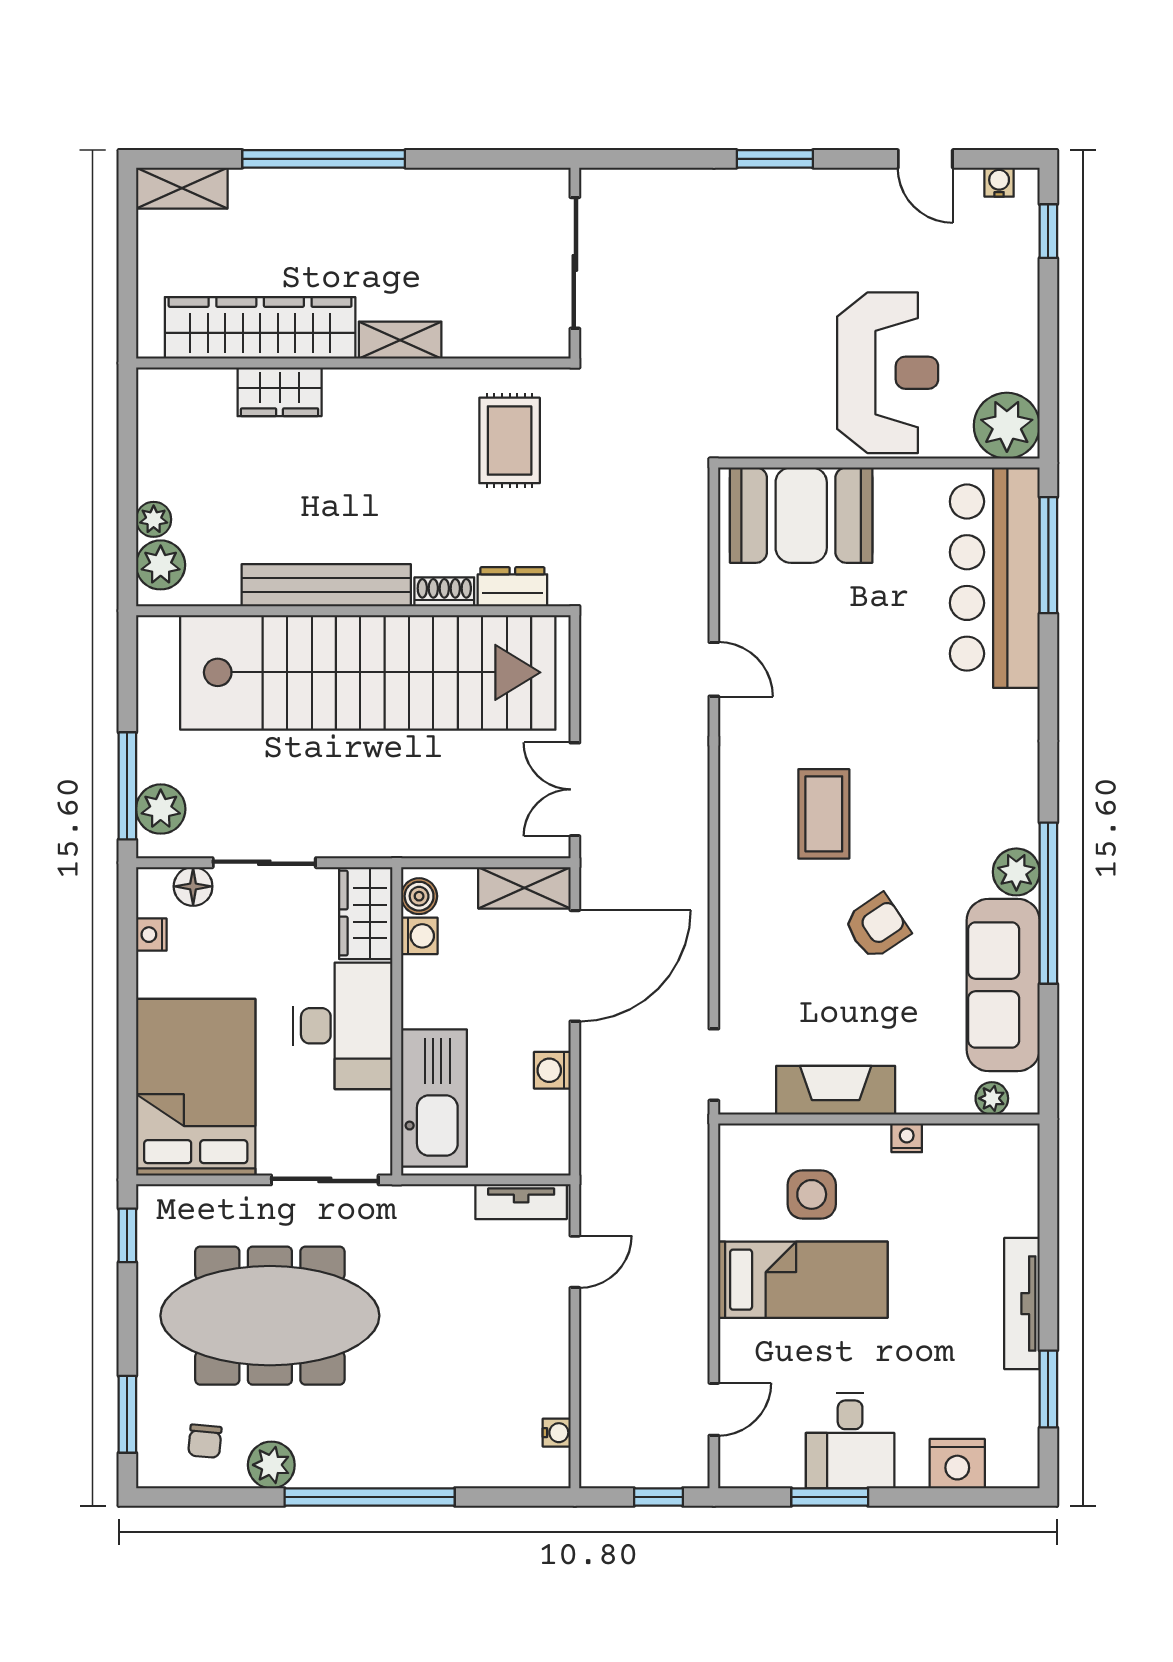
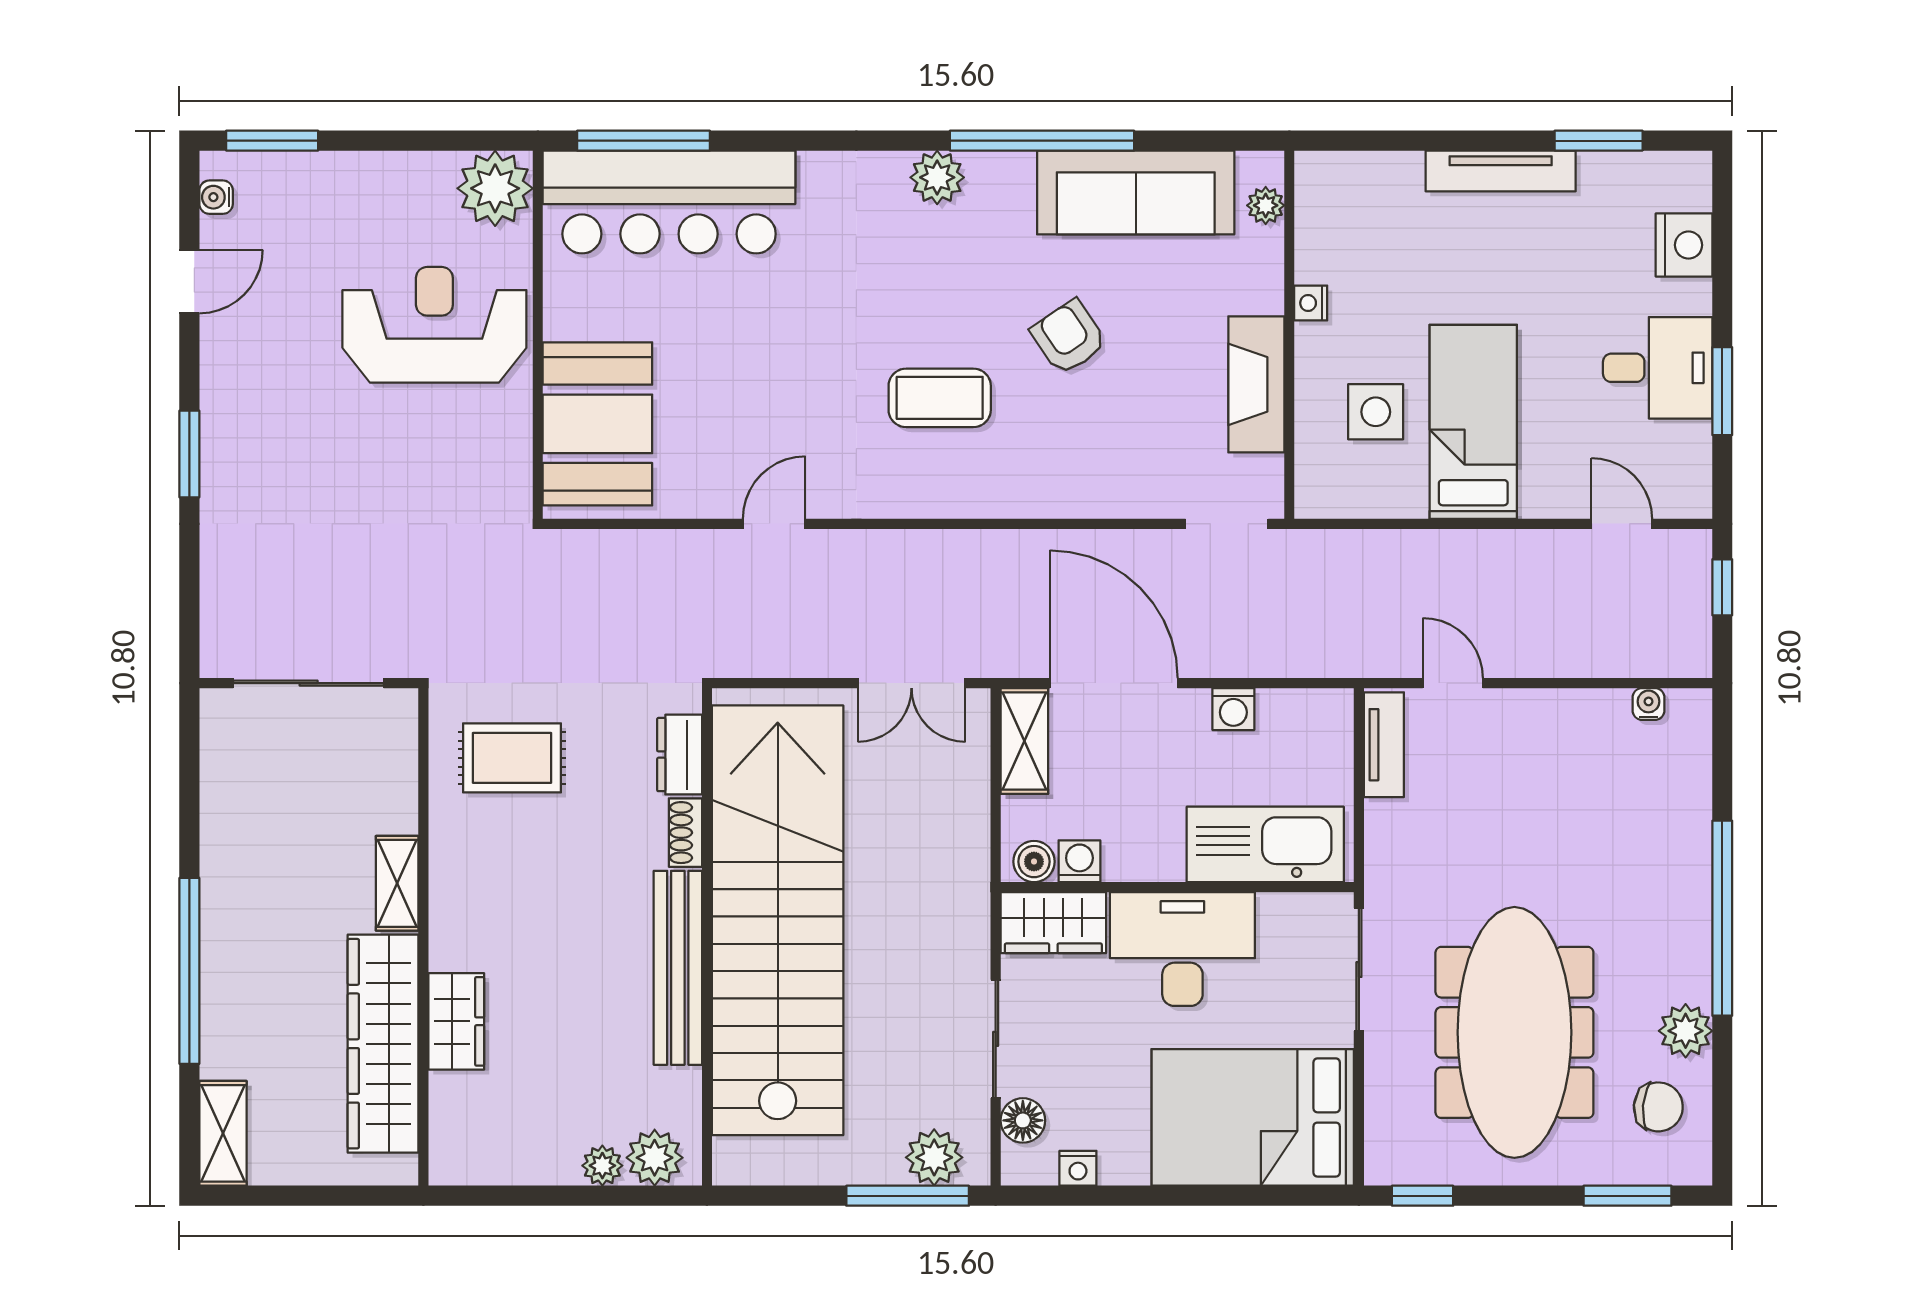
window: (1048, 231) -> (272, 141), width x1.50
plant: (1016, 872) -> (937, 177), moved
chair: (205, 1441) -> (1658, 1107), width x1.37, depth x1.37

